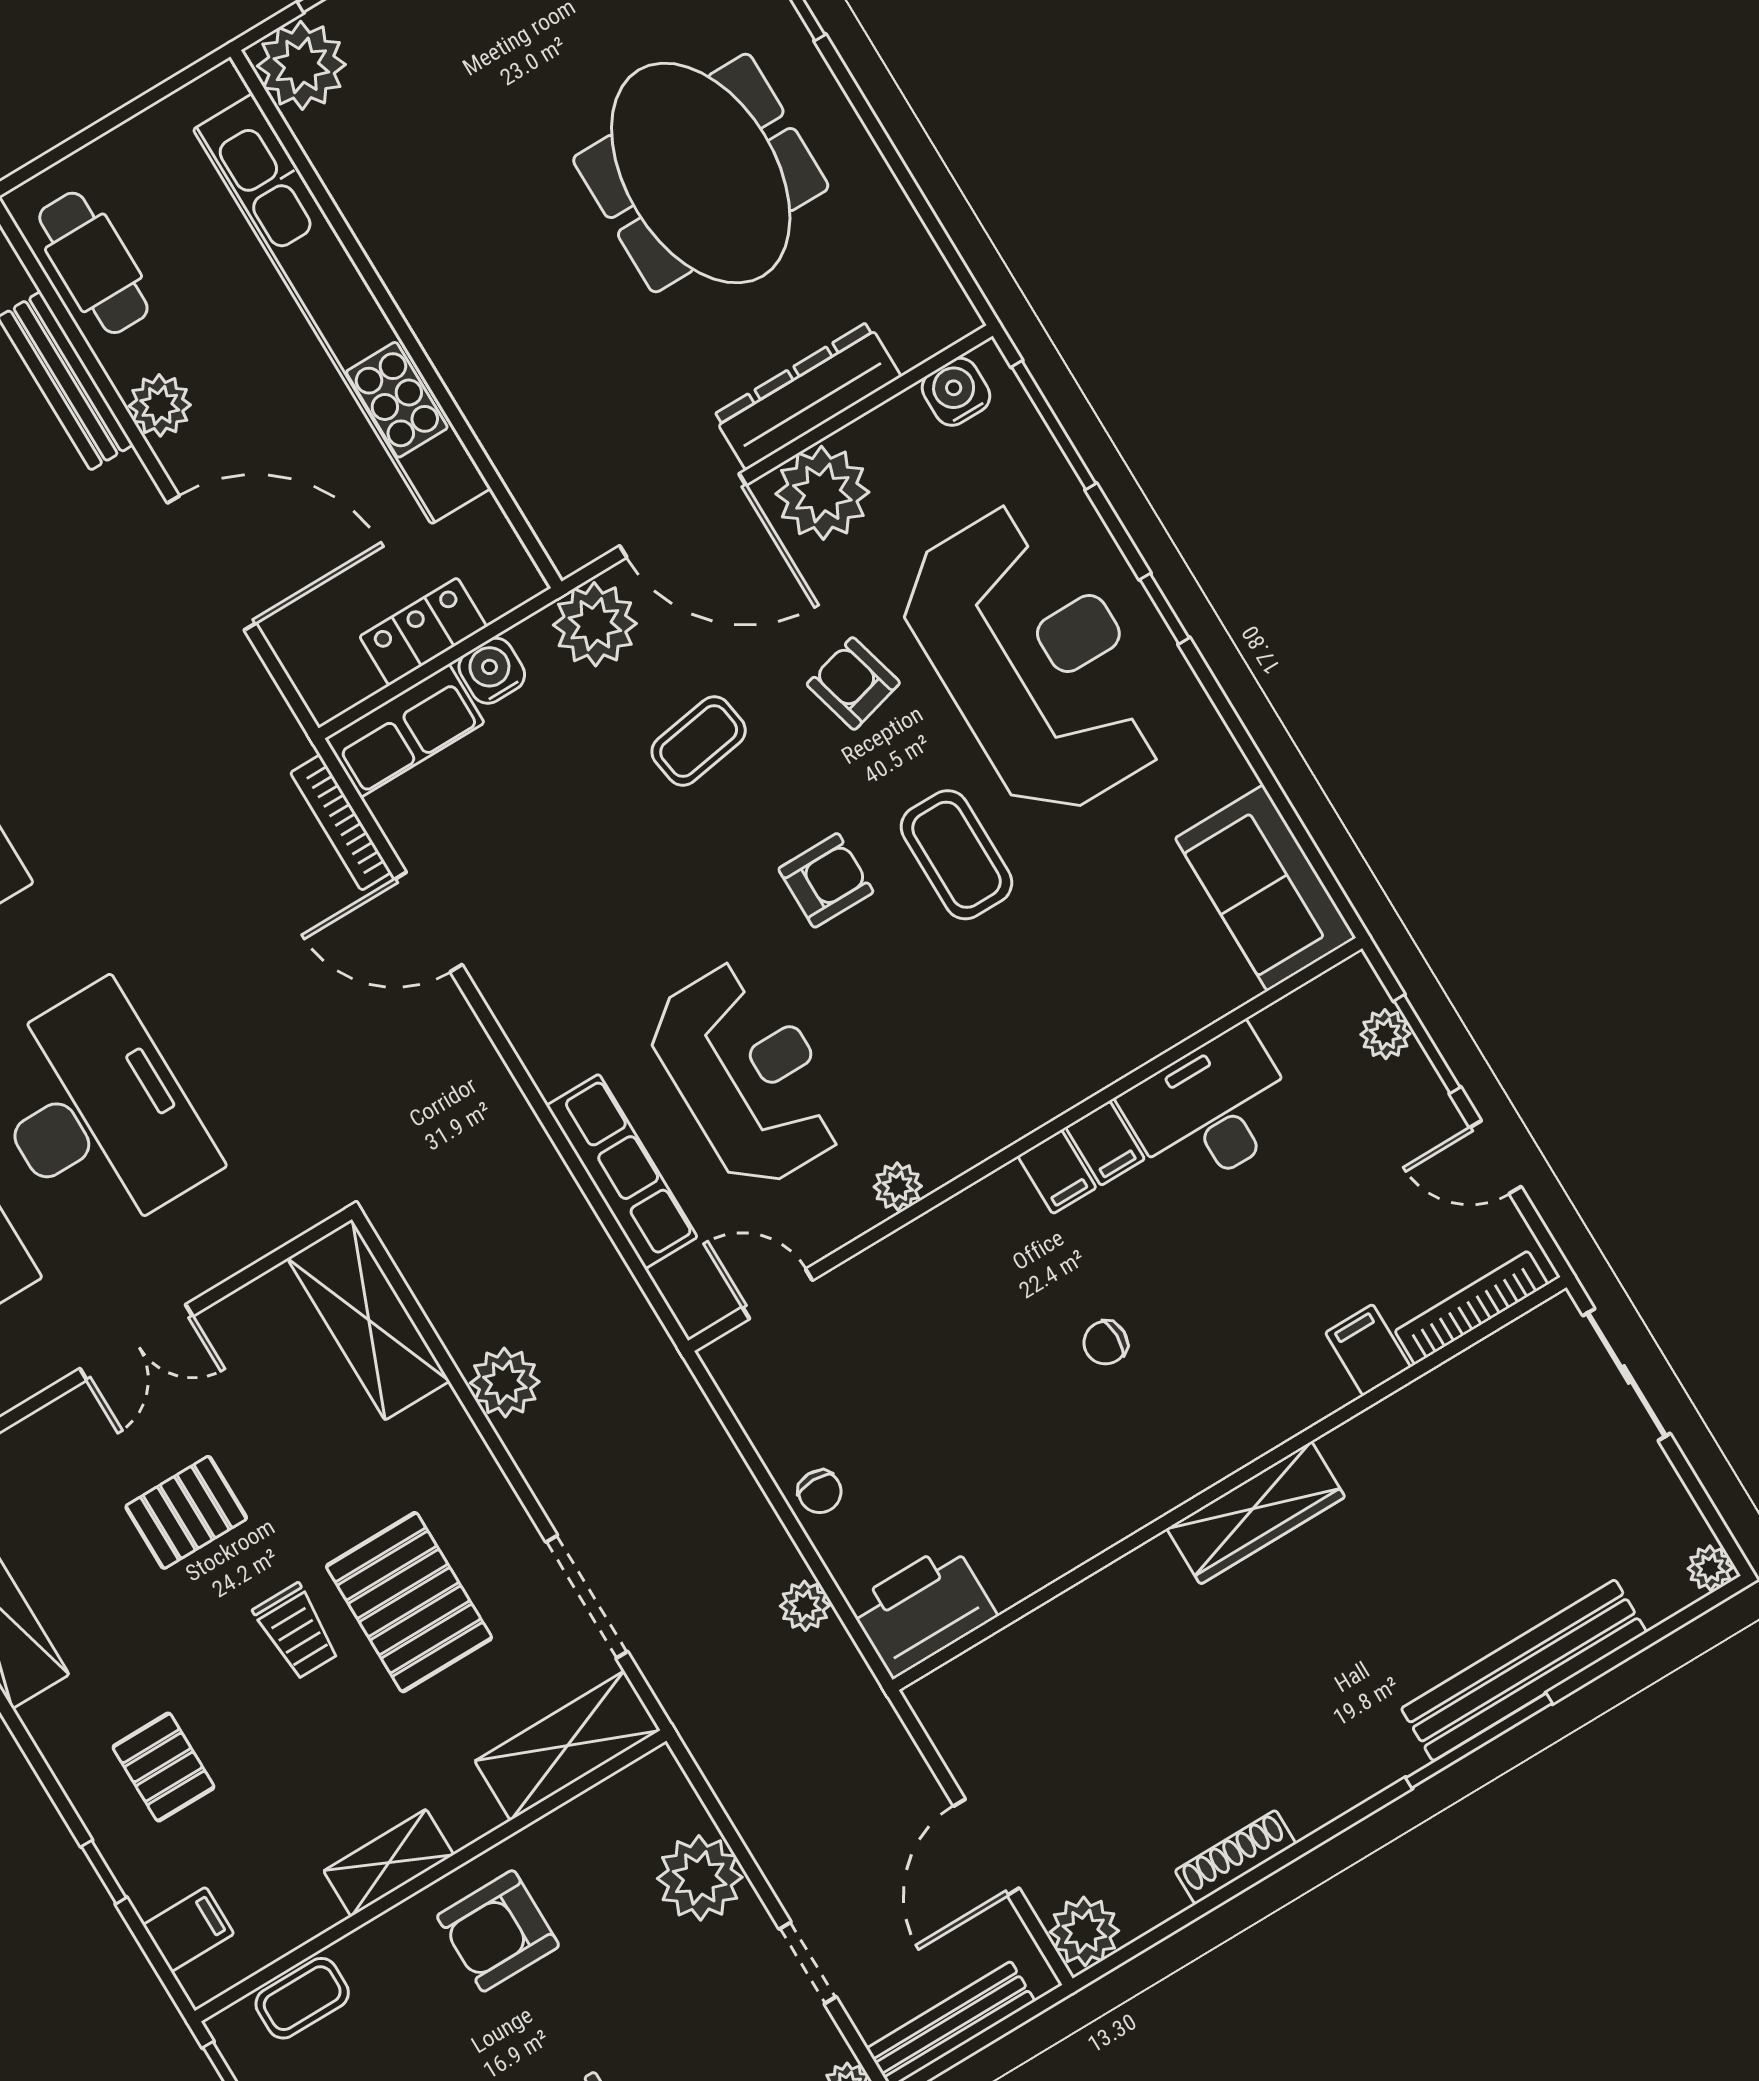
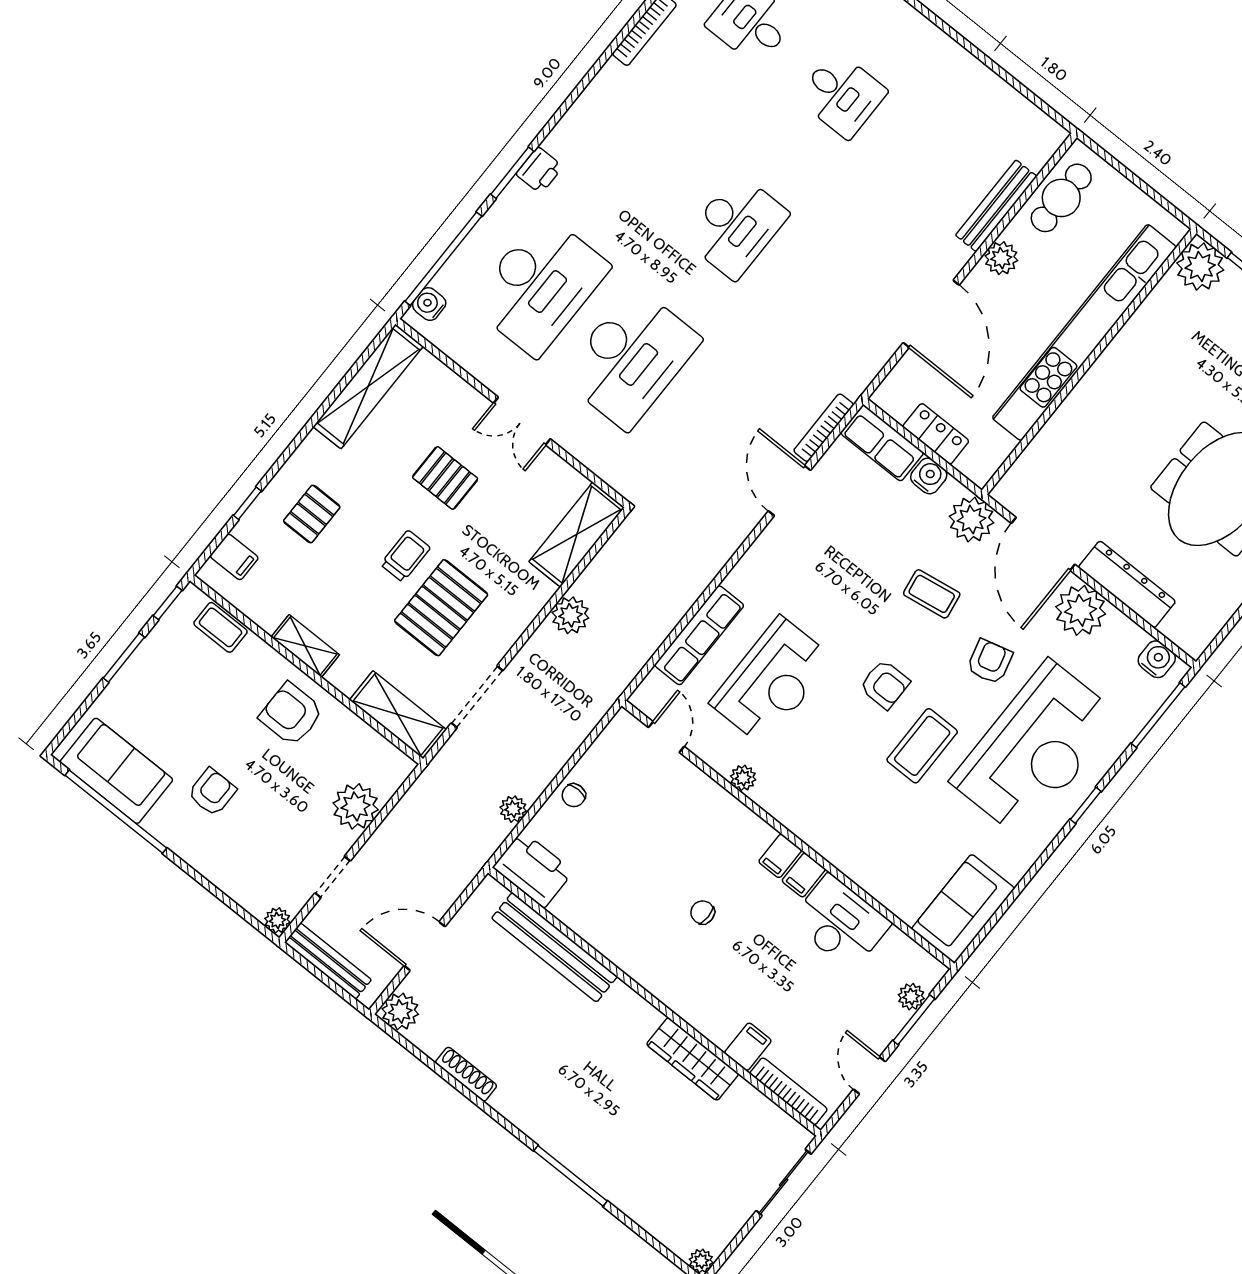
wardrobe: (1256, 1513) -> (693, 1059), moved
trolley: (296, 1631) -> (405, 556), turned 180
bench: (1524, 1670) -> (554, 947), moved

